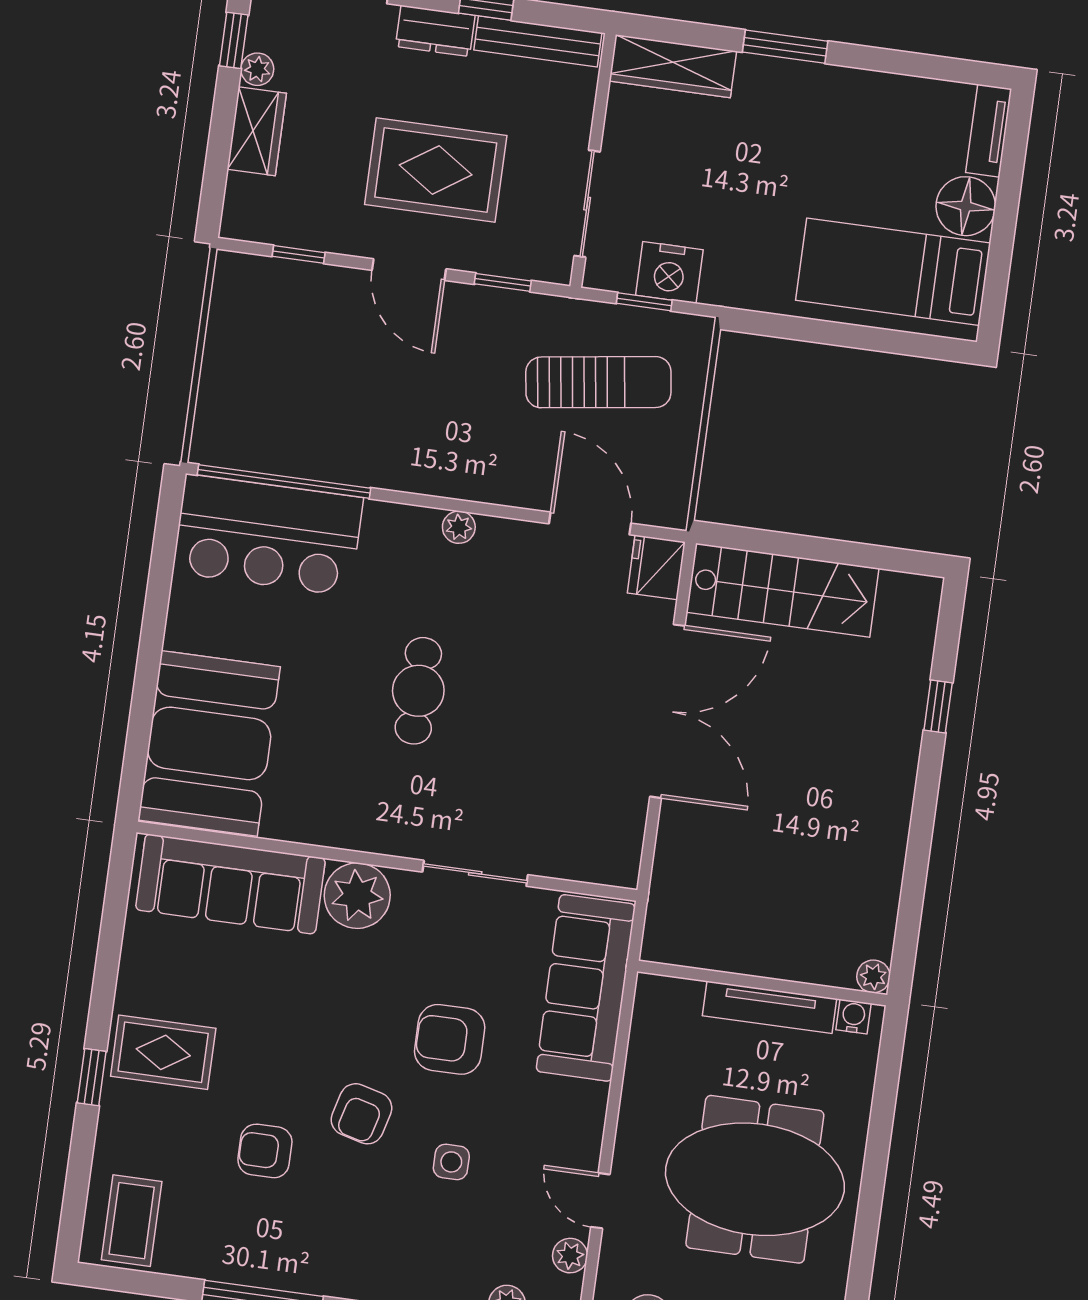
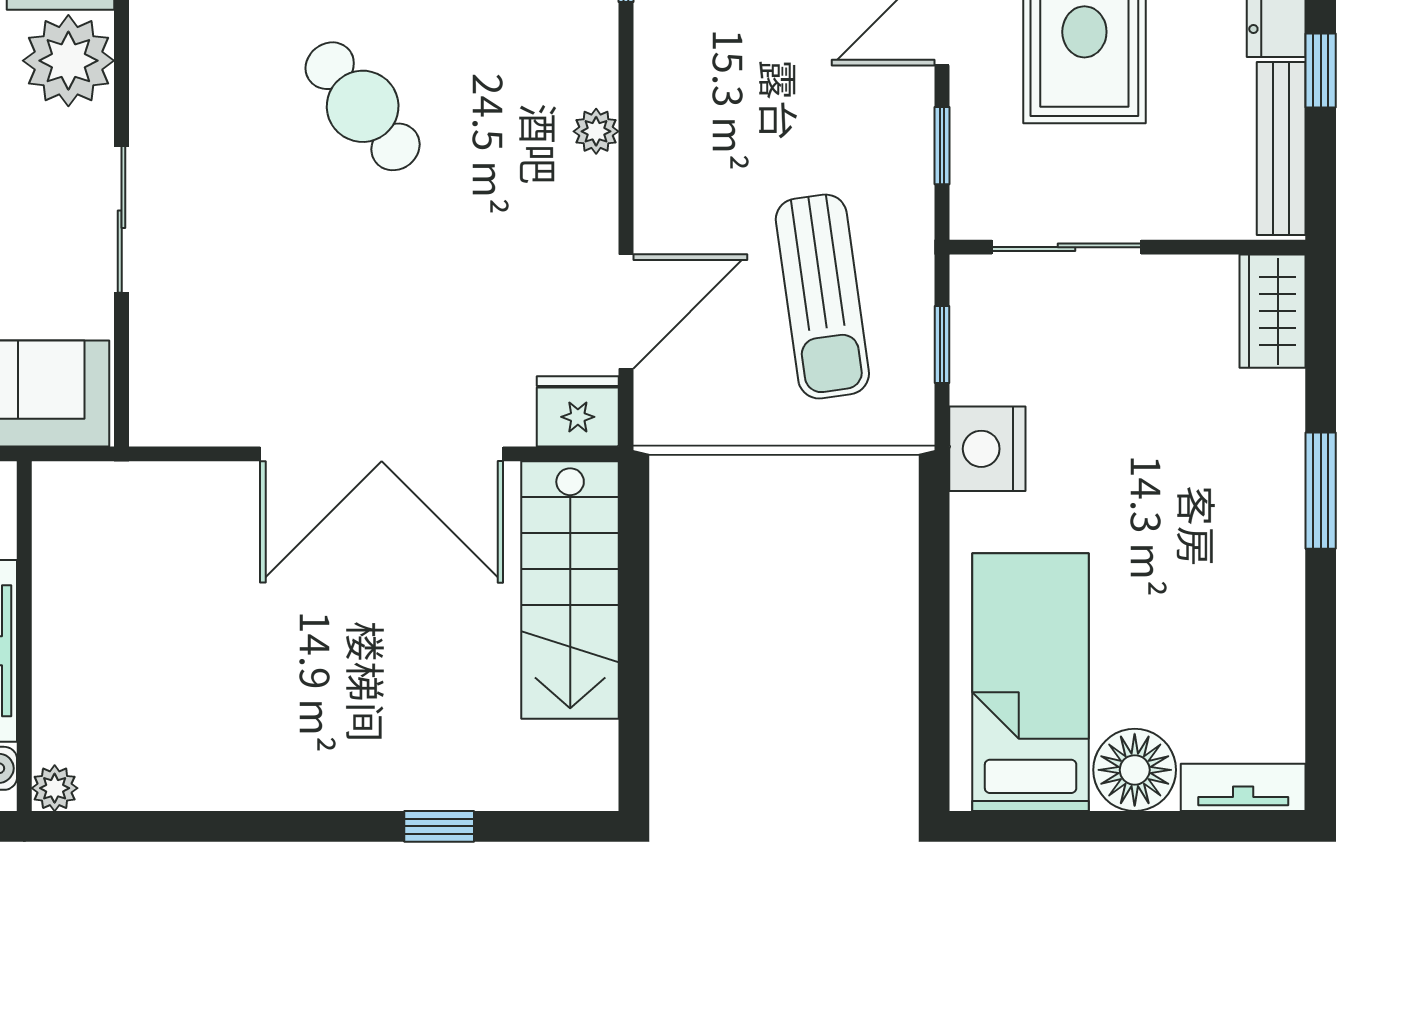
wardrobe: (673, 66) -> (1273, 311), width x0.67
nightstand: (669, 272) -> (987, 449), moved
cafe table: (418, 691) -> (363, 106), turned 51

